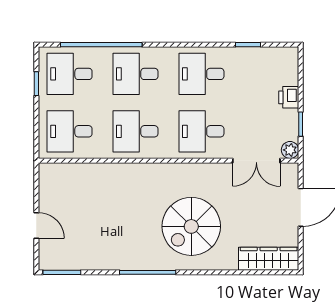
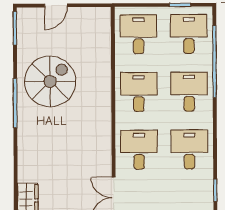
spiral stairs: (191, 226) -> (50, 81), moved, turned 90

